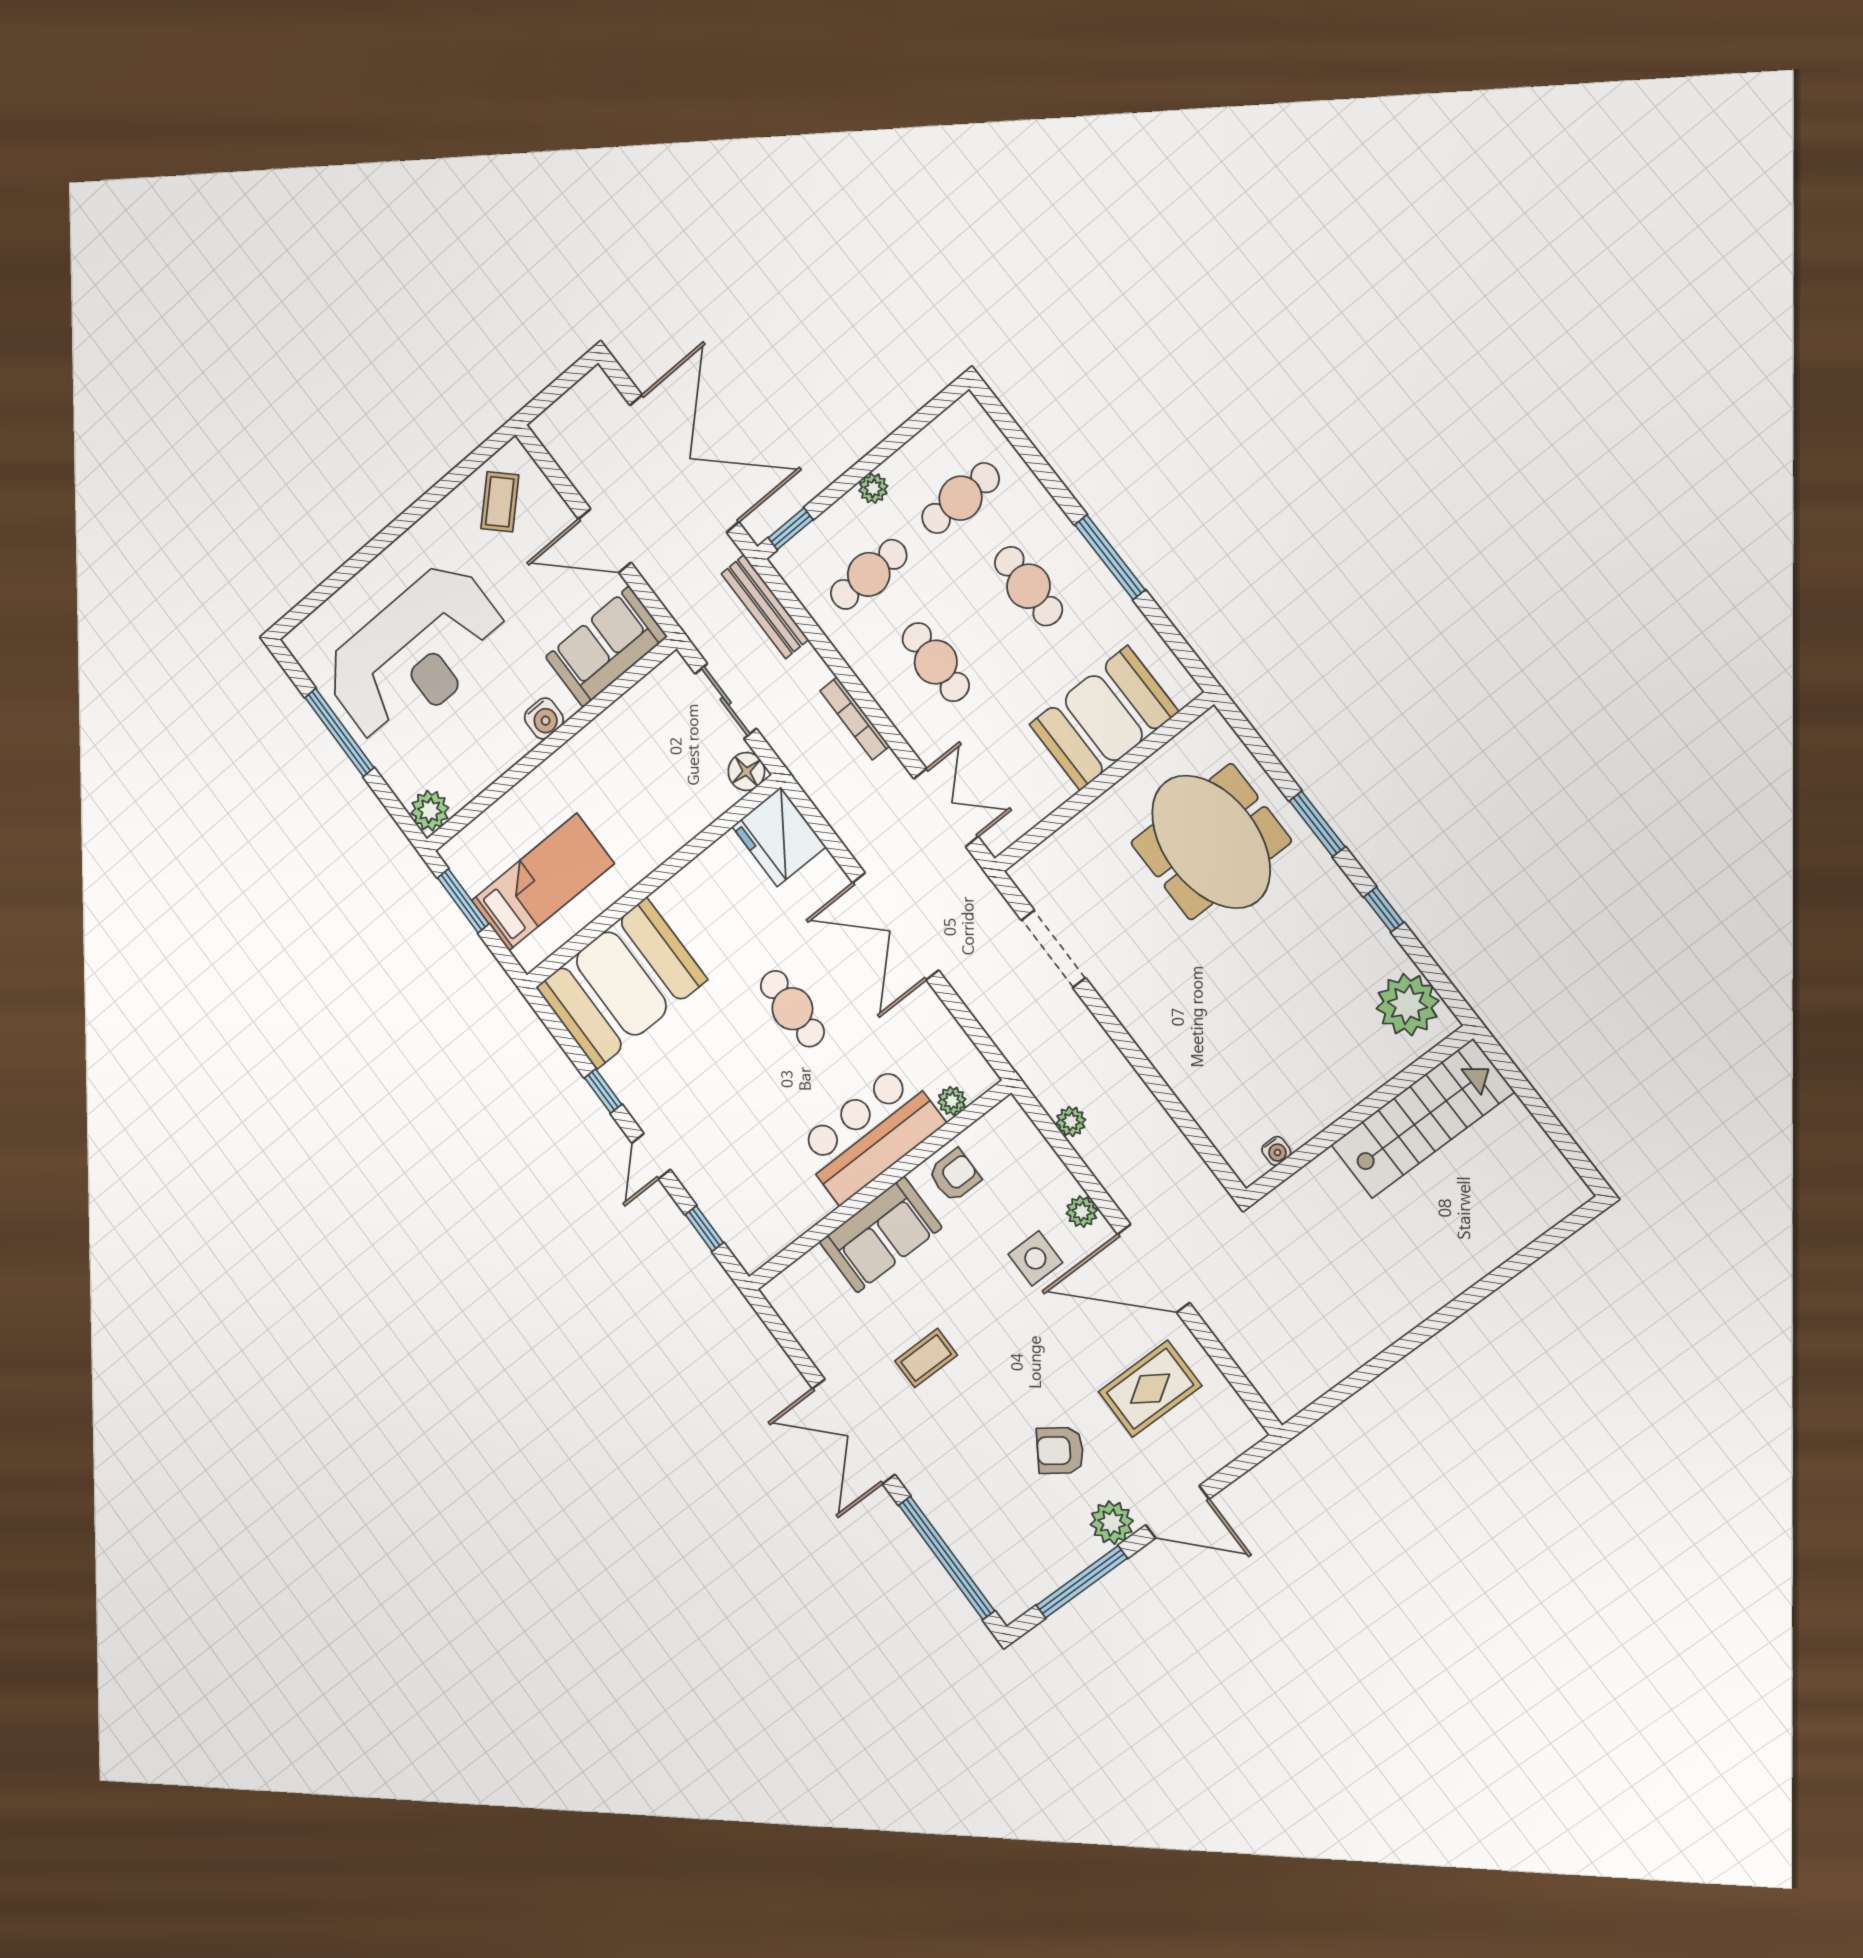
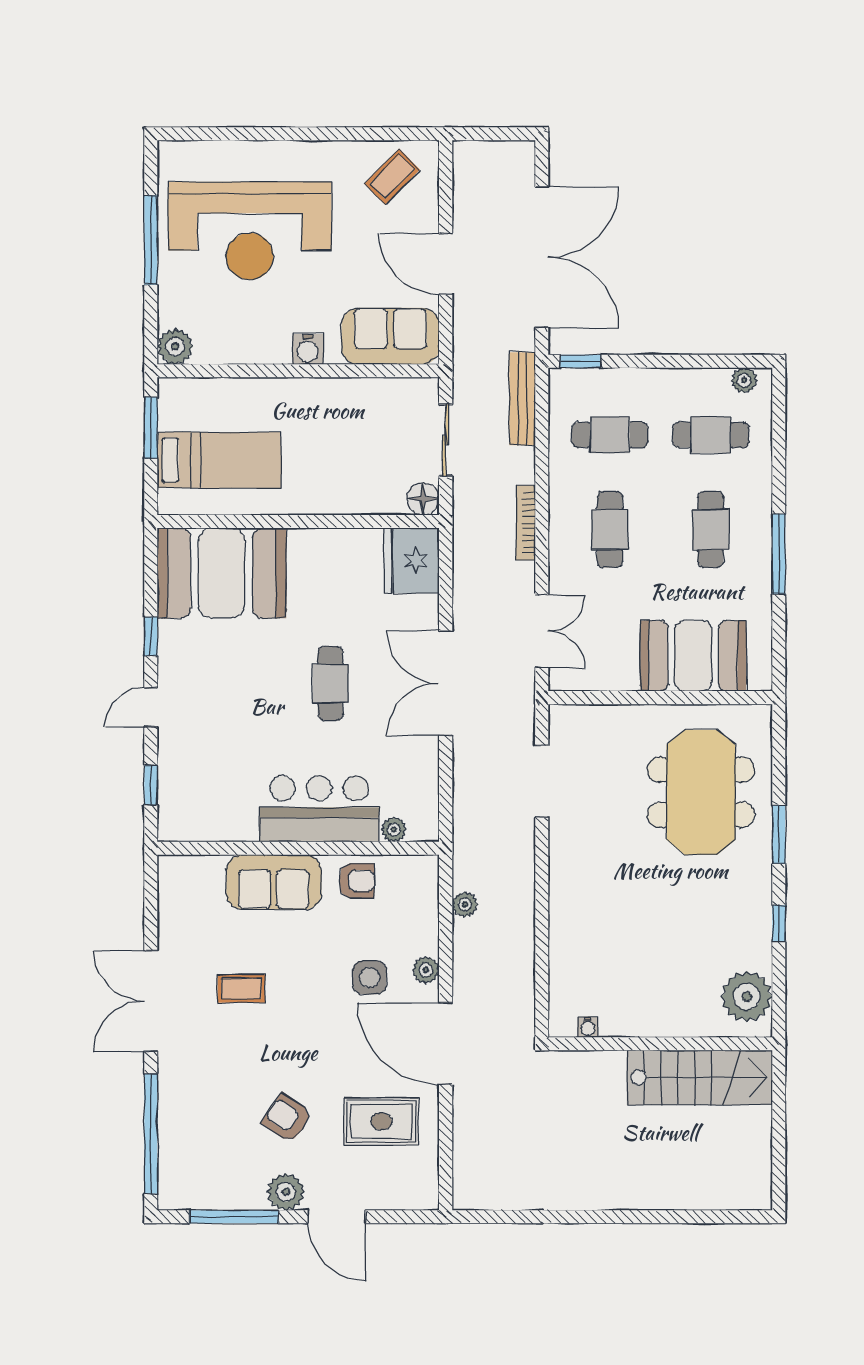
plant: (873, 488) -> (744, 380), moved

